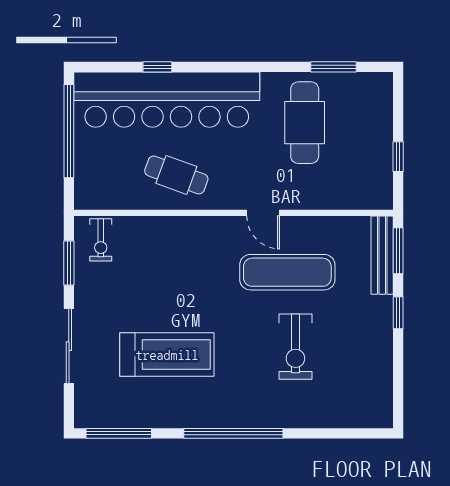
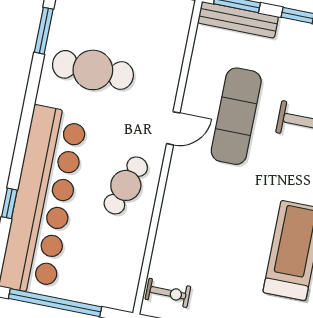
cafe table: (176, 175) -> (126, 185), moved

